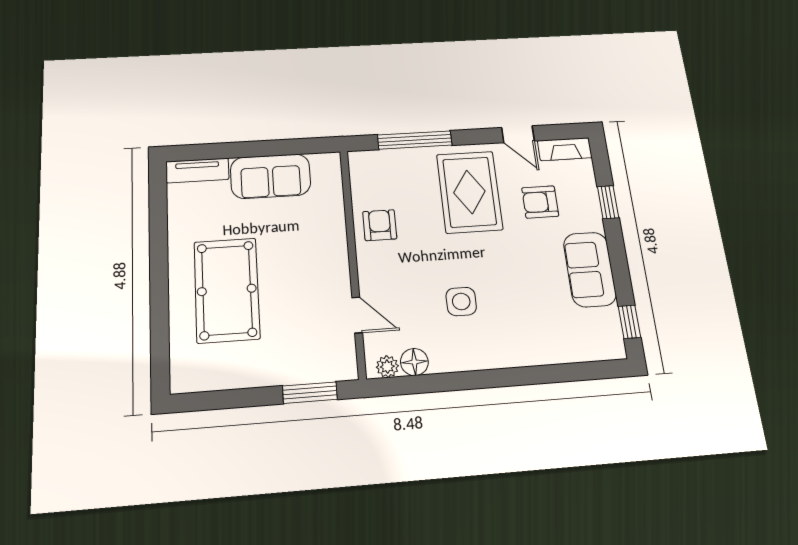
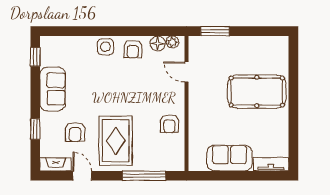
armchair: (540, 202) -> (75, 132), turned 90
pool table: (227, 290) -> (257, 92), turned 90
side table: (461, 301) -> (105, 47), moved
armchair: (458, 348) -> (133, 49), added

